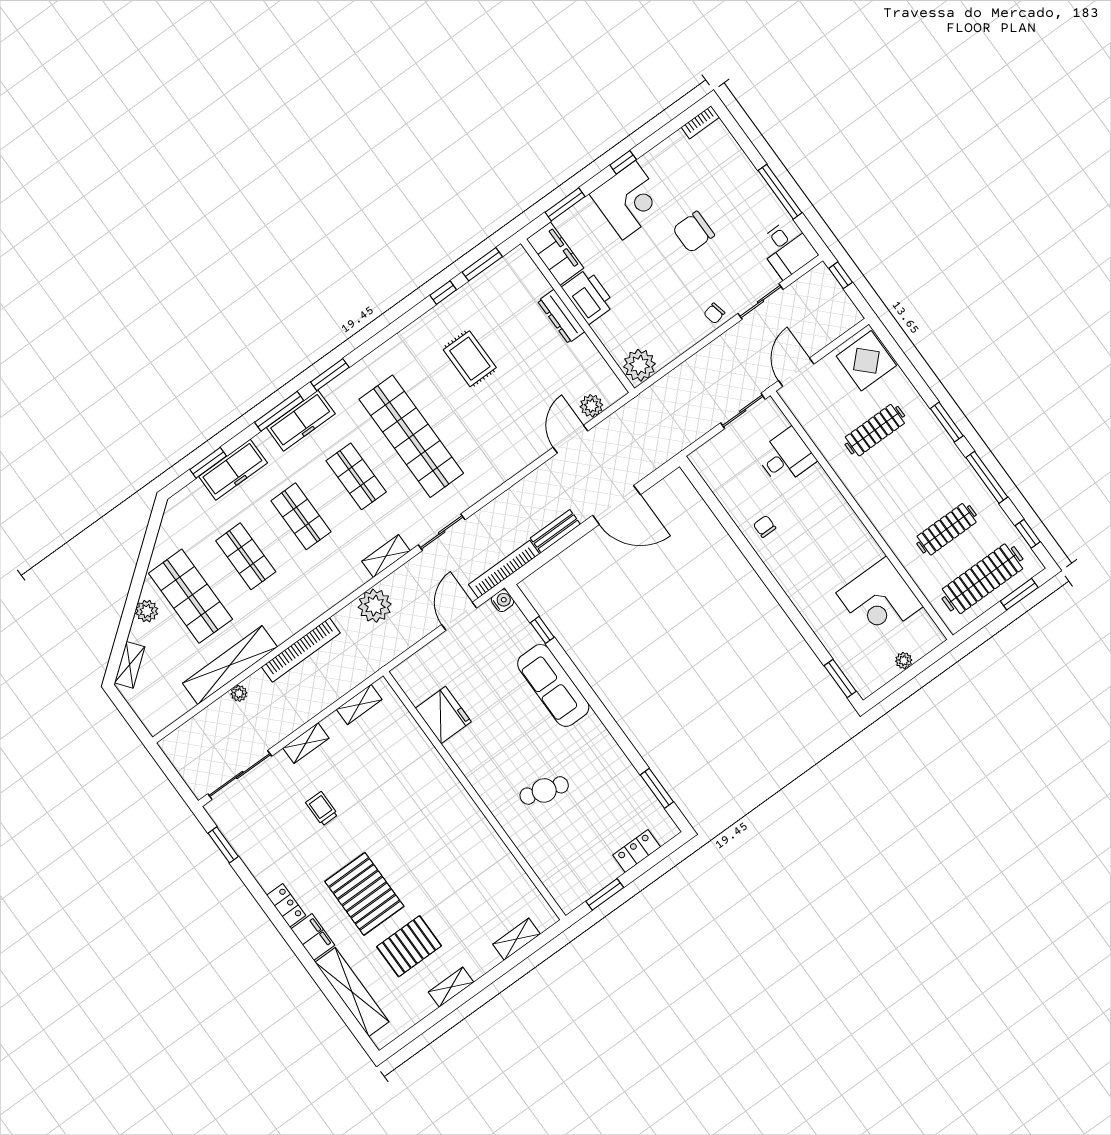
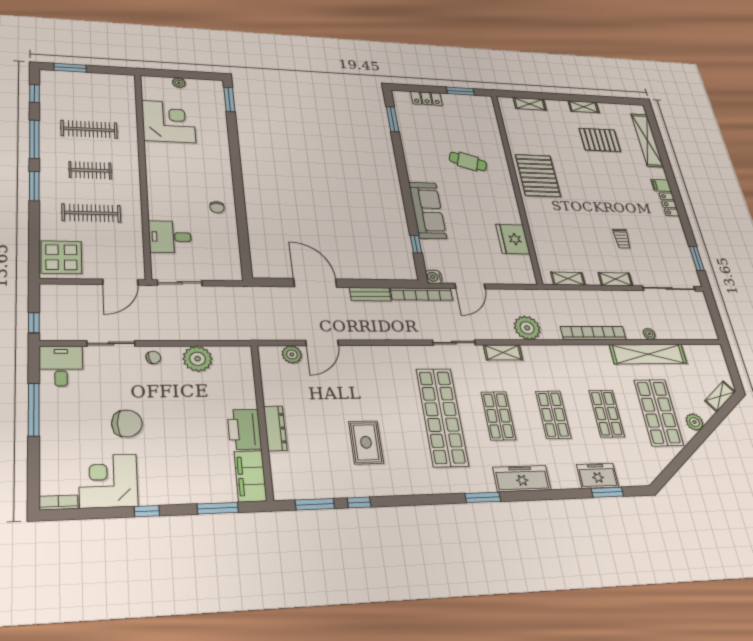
corner desk: (629, 200) -> (108, 481), moved
plant: (639, 365) -> (198, 359), moved
window: (279, 411) -> (536, 495), removed
freezer: (233, 470) -> (598, 476), width x0.71
clothes rail: (982, 579) -> (90, 170), moved, width x0.54, depth x0.76
pallet: (364, 894) -> (538, 175), moved
filing cabinet: (313, 937) -> (661, 185), width x0.50

